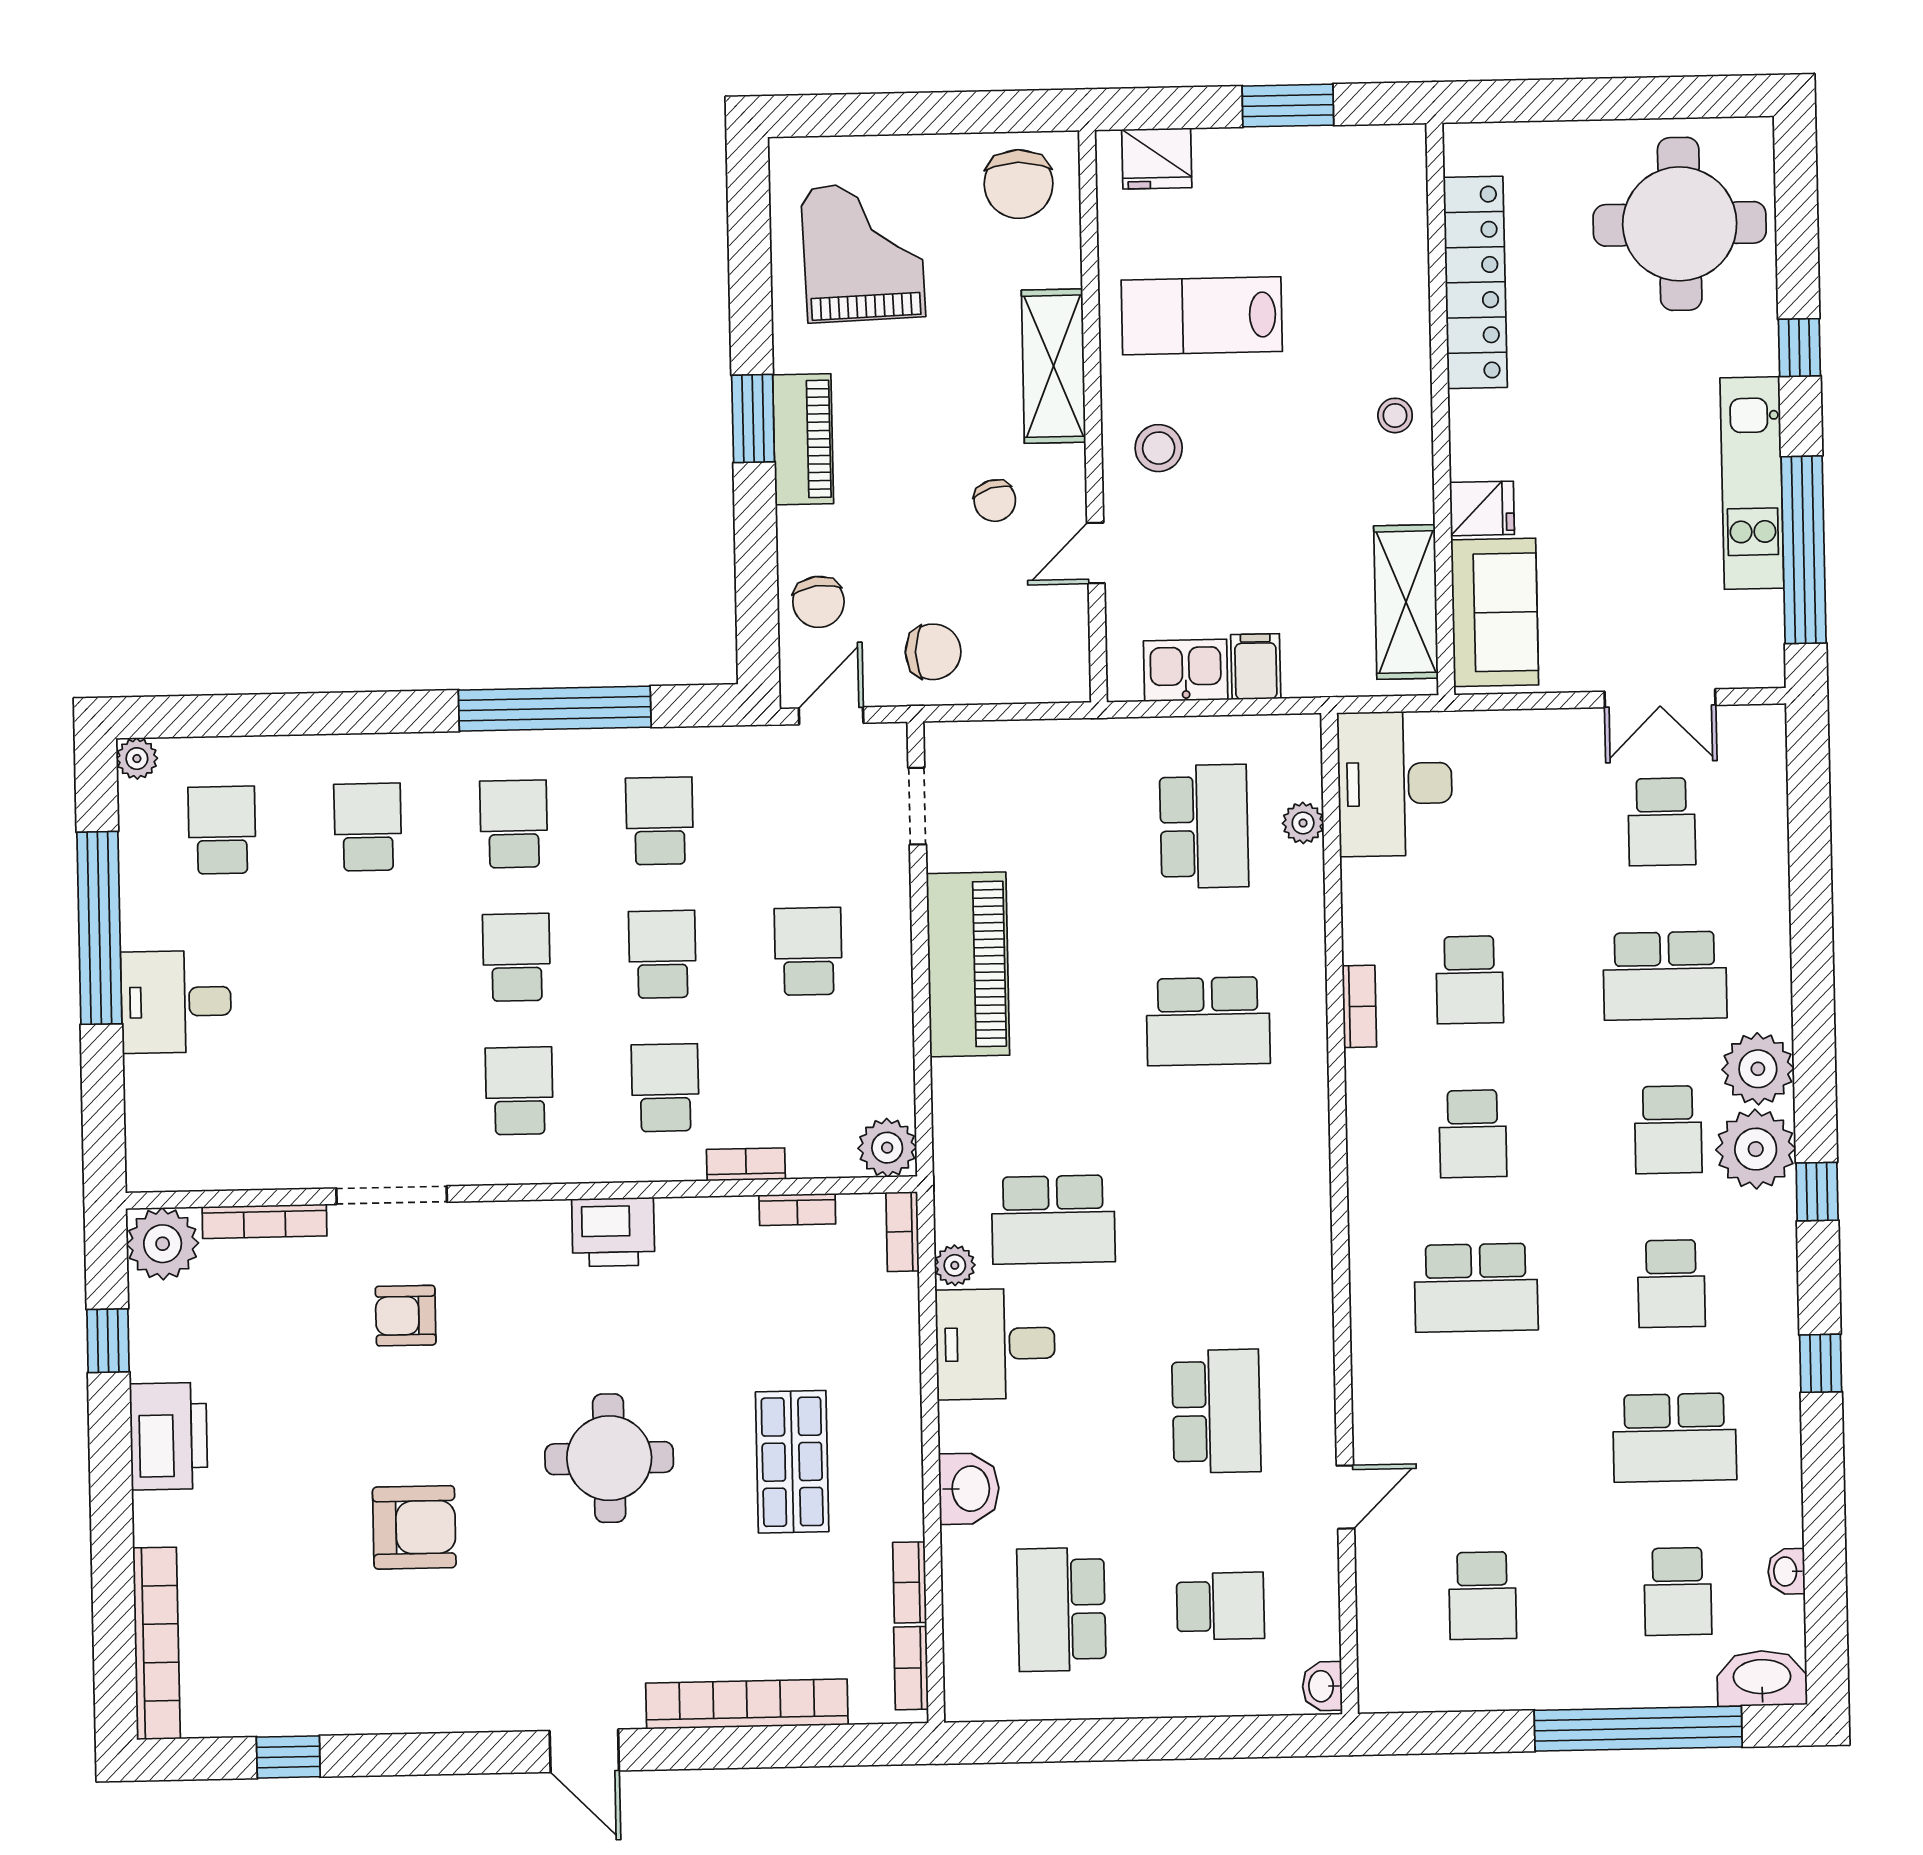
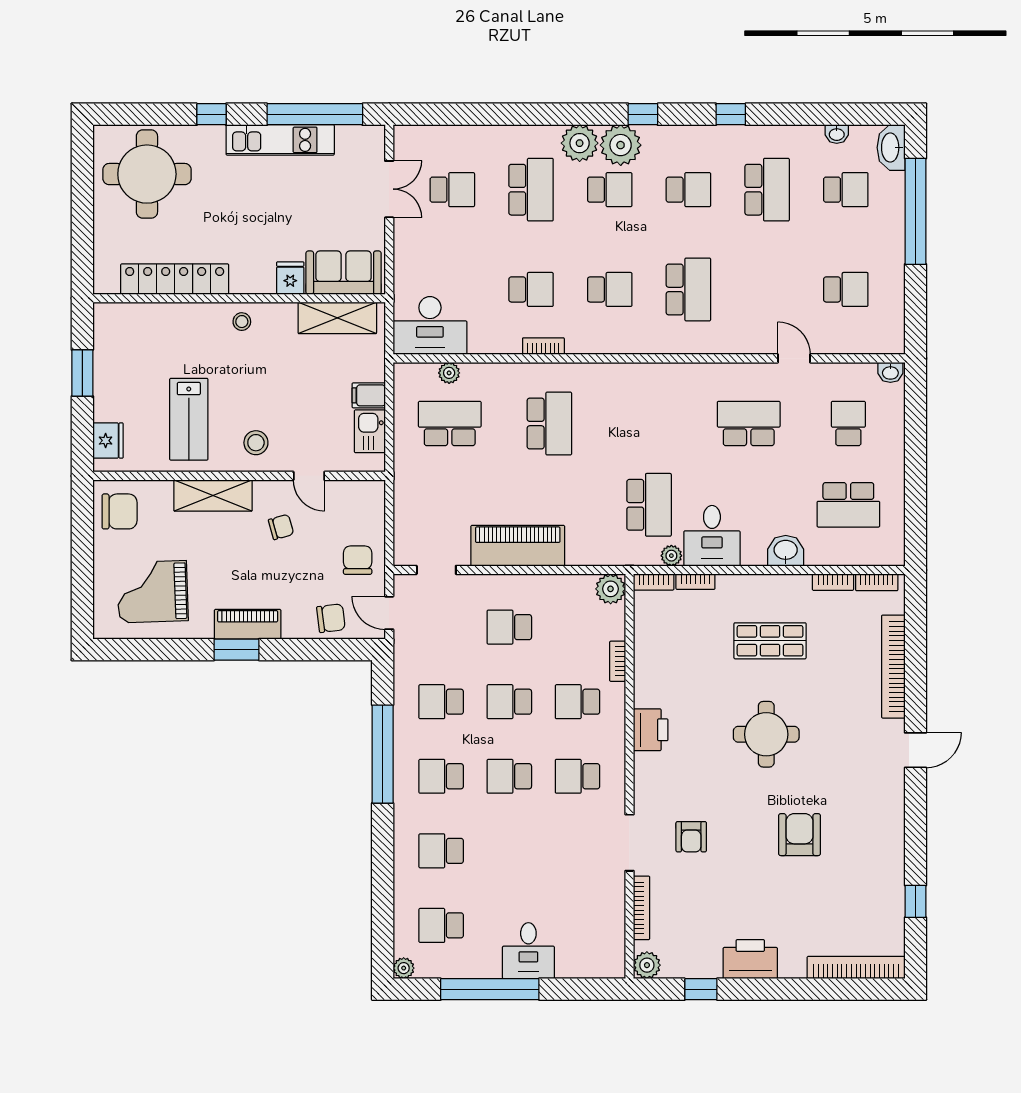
bookcase: (797, 1209) -> (695, 582), moved, turned 90
plant: (163, 1244) -> (647, 965), width x0.73, depth x0.73

